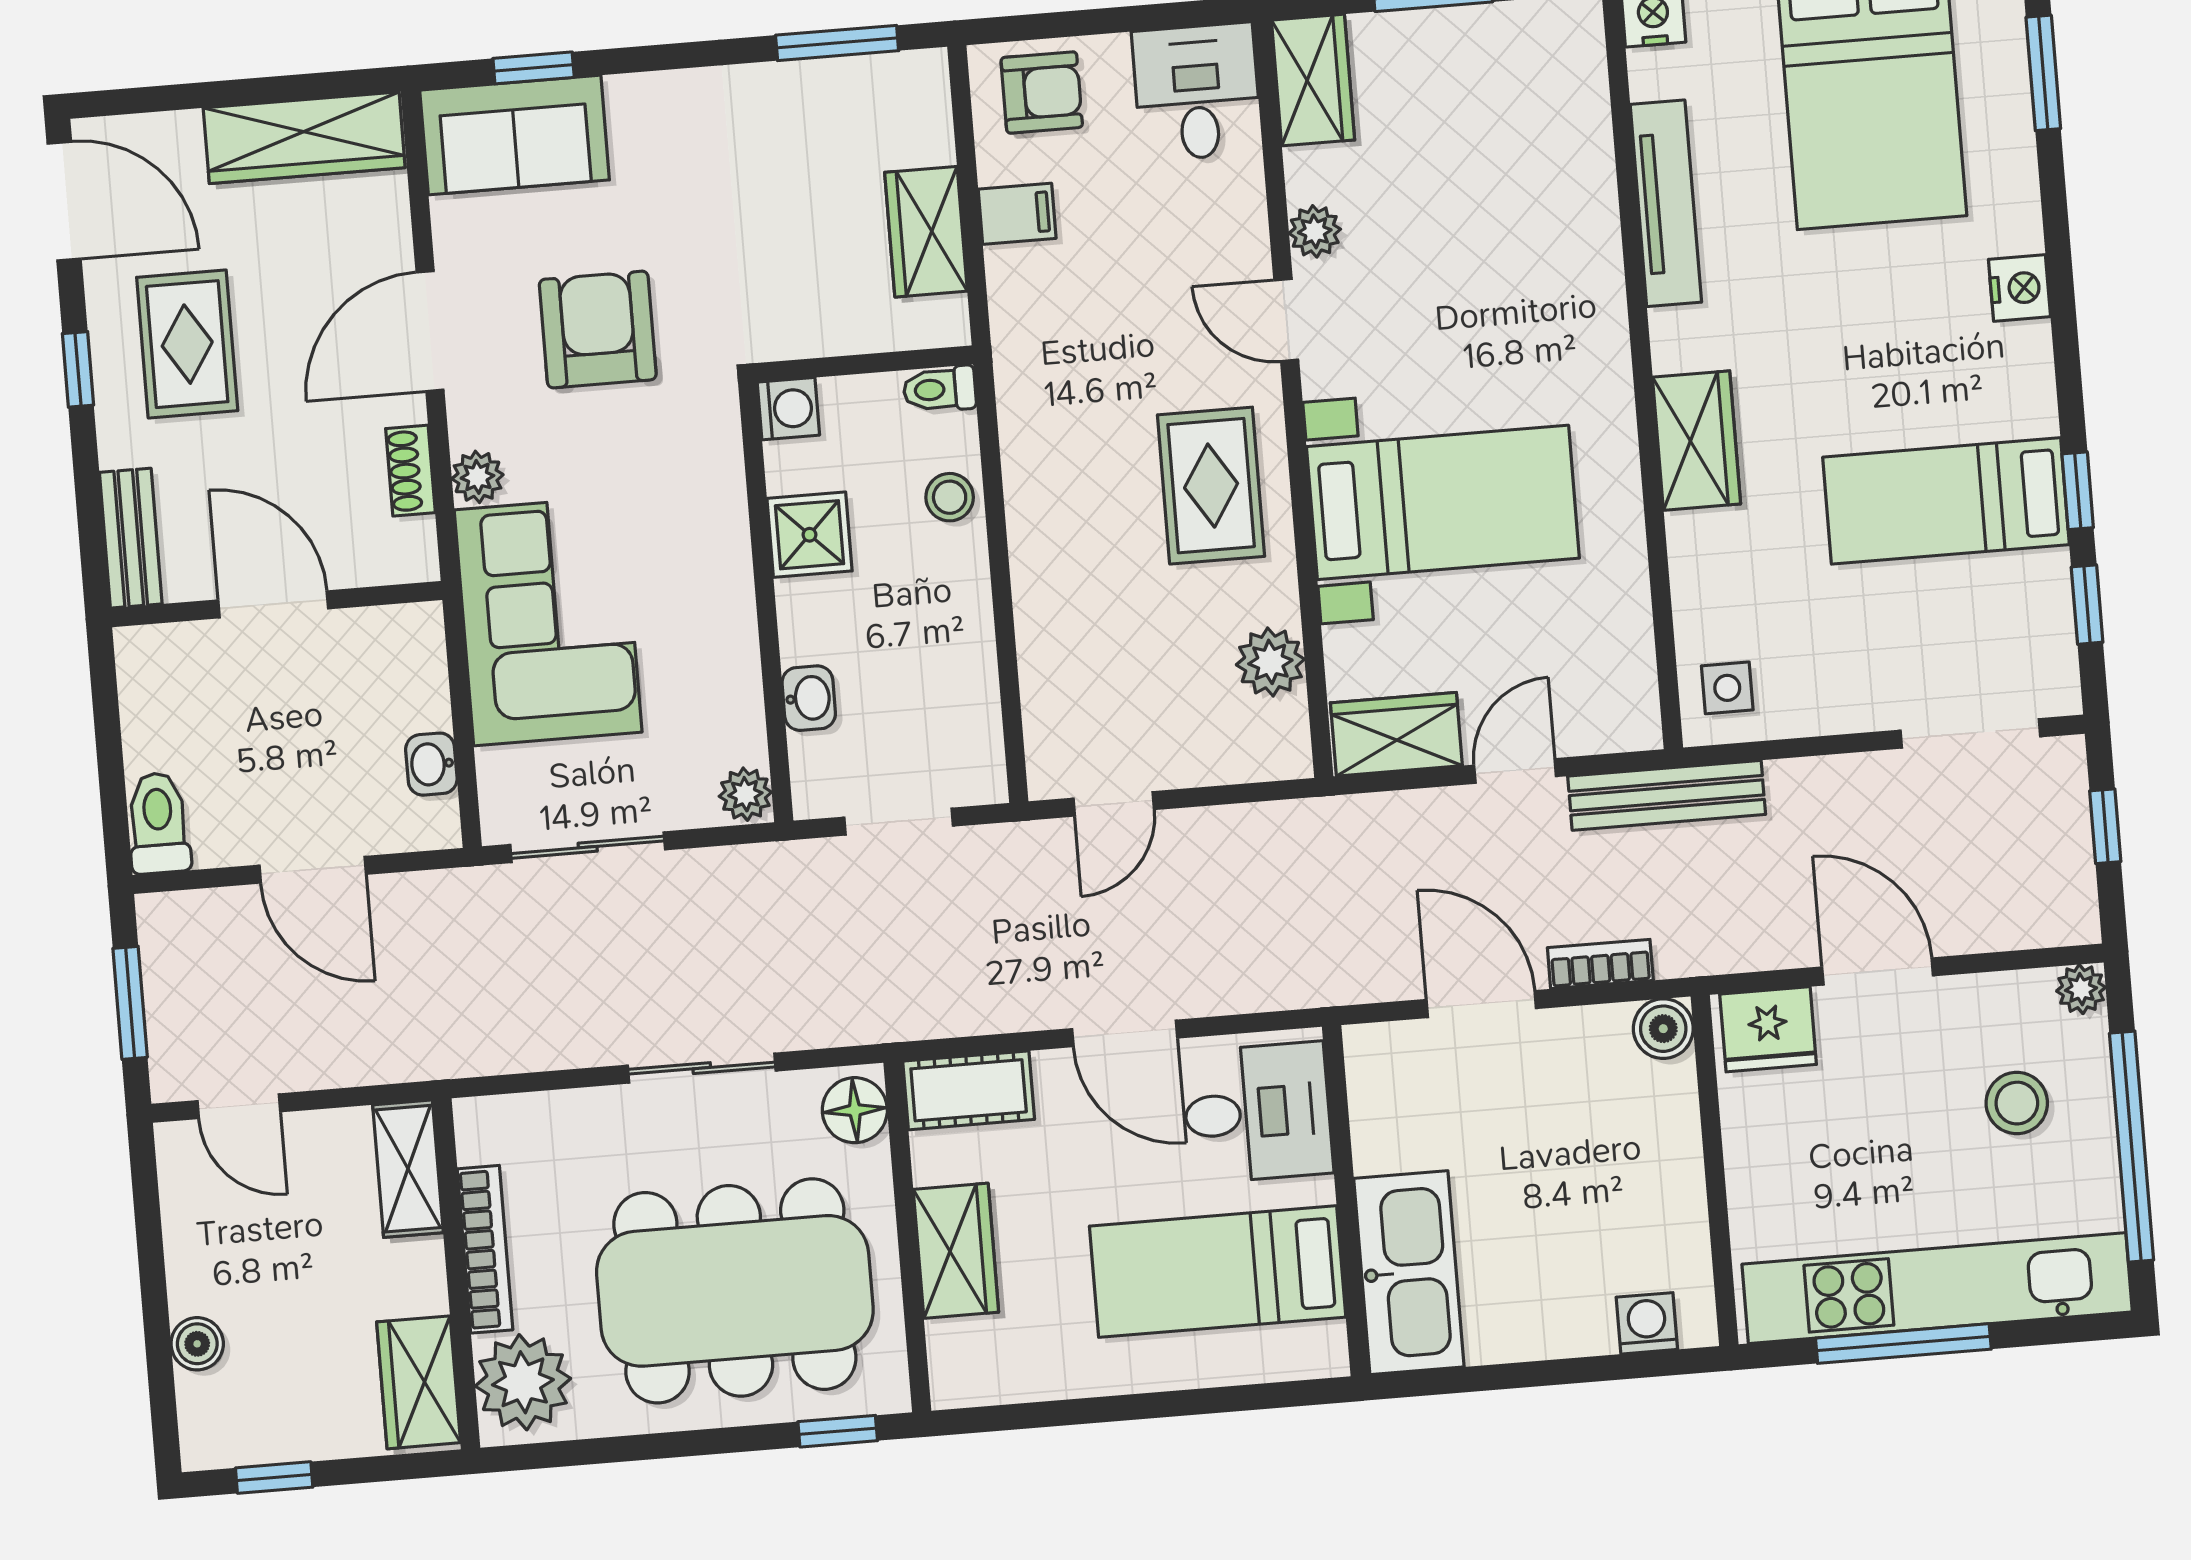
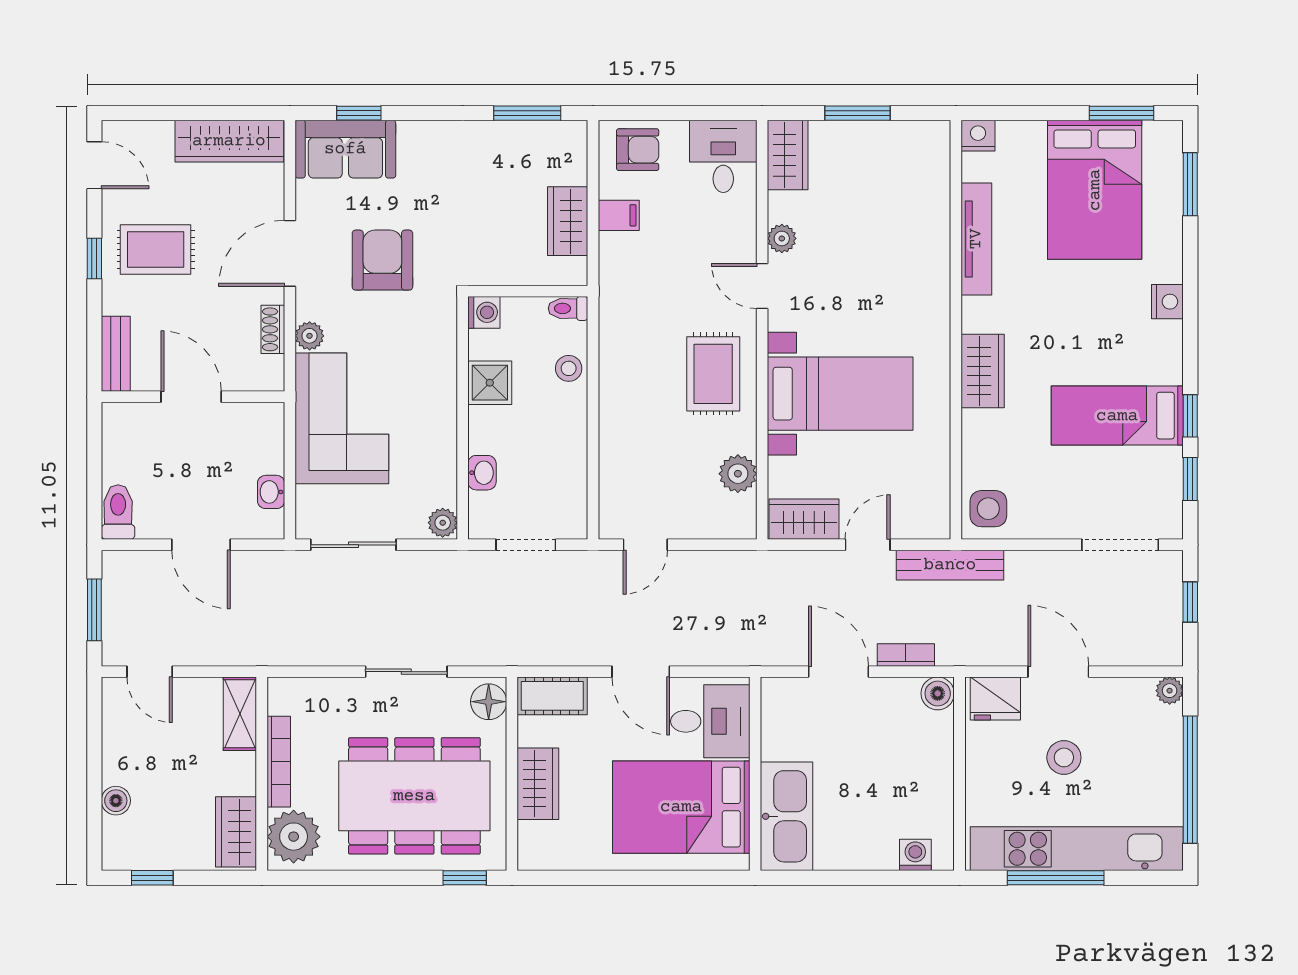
door: (64, 201) -> (94, 165), width x0.73
rug: (187, 344) -> (156, 250), turned 90
side table: (1727, 688) -> (988, 509), width x1.37, depth x1.37
stool: (2017, 1103) -> (1064, 757), moved
bed: (1218, 1272) -> (681, 807), width x1.50

